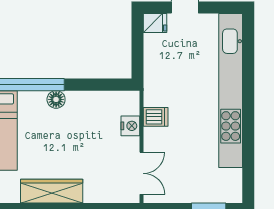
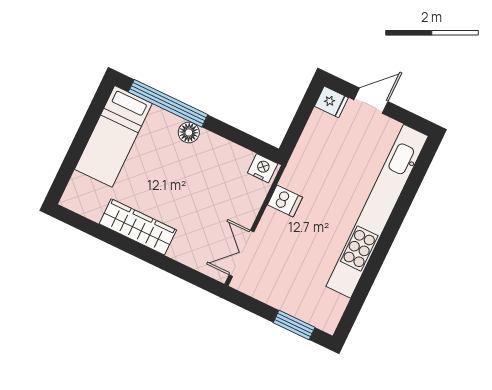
nightstand: (130, 126) -> (263, 168), moved, turned -90
double door: (141, 173) -> (241, 253), swing flipped

